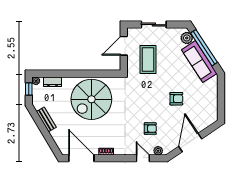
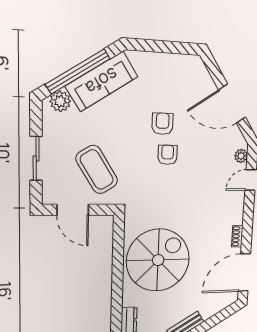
coffee table: (148, 60) -> (97, 170), turned 58
spiral stairs: (91, 99) -> (158, 260), turned -90
armchair: (150, 129) -> (168, 155), moved

